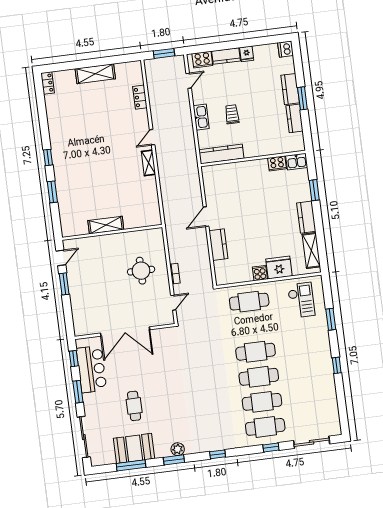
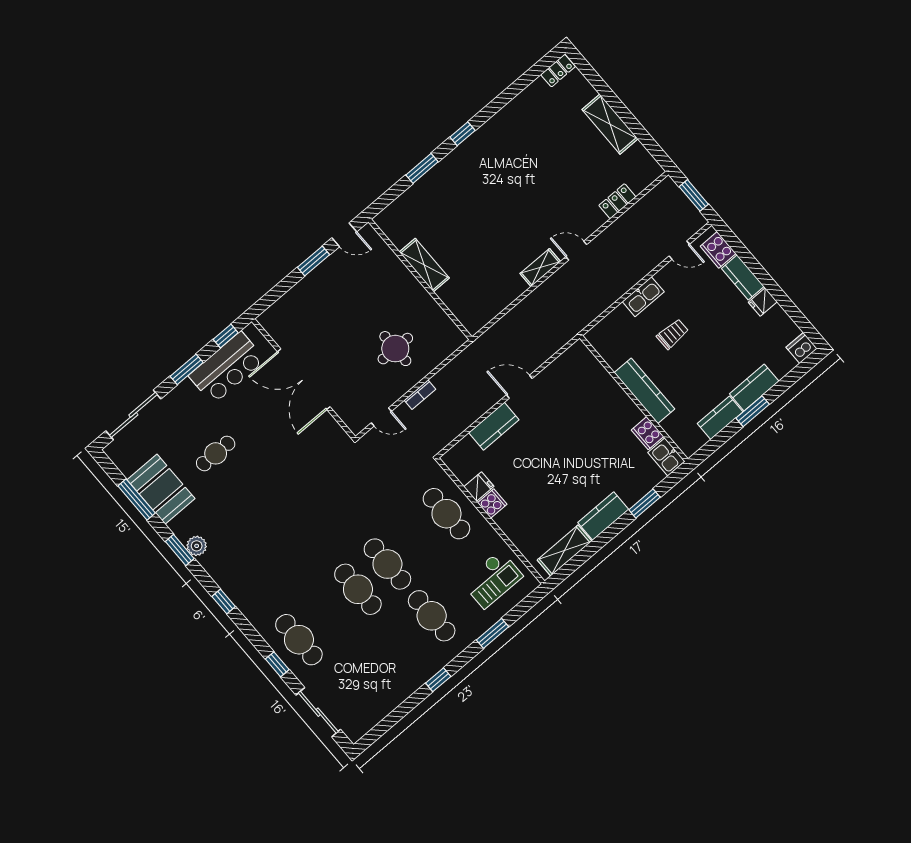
kitchen counter: (221, 154) -> (644, 391), moved
fridge: (279, 268) -> (479, 487), moved, width x0.53, depth x0.75
cafe table: (262, 402) -> (432, 616), moved

